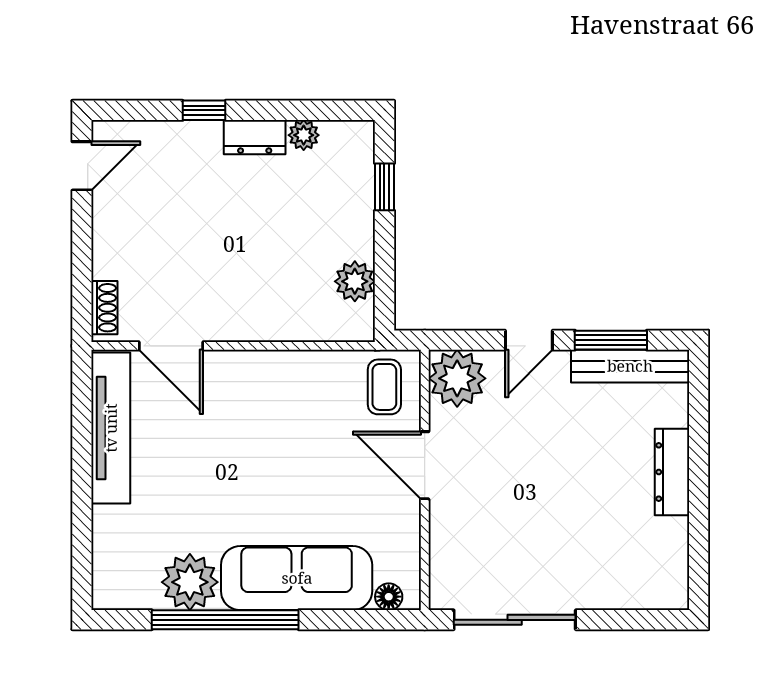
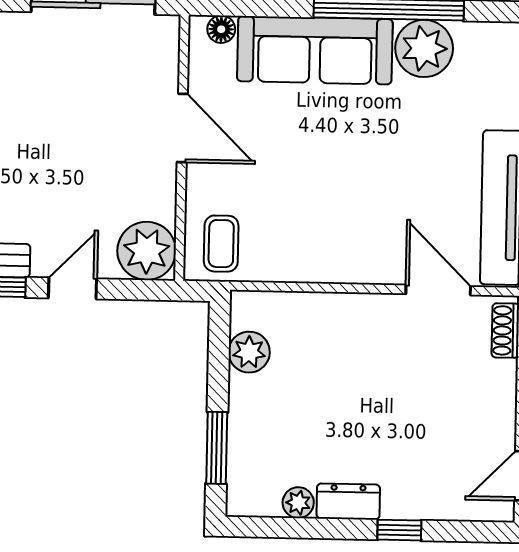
window: (384, 187) -> (217, 448), width x1.50
door: (425, 465) -> (182, 128), moved

